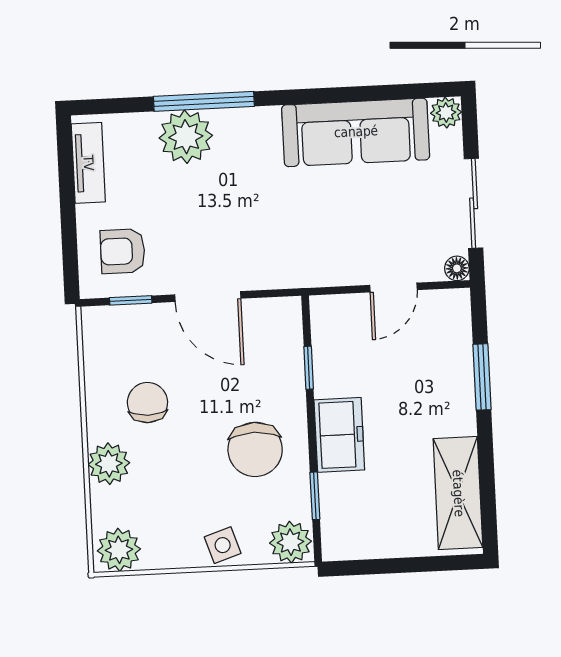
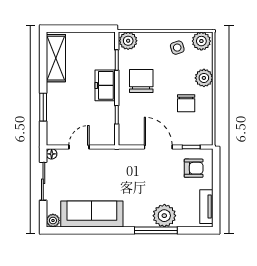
side table: (223, 545) -> (177, 48), moved

